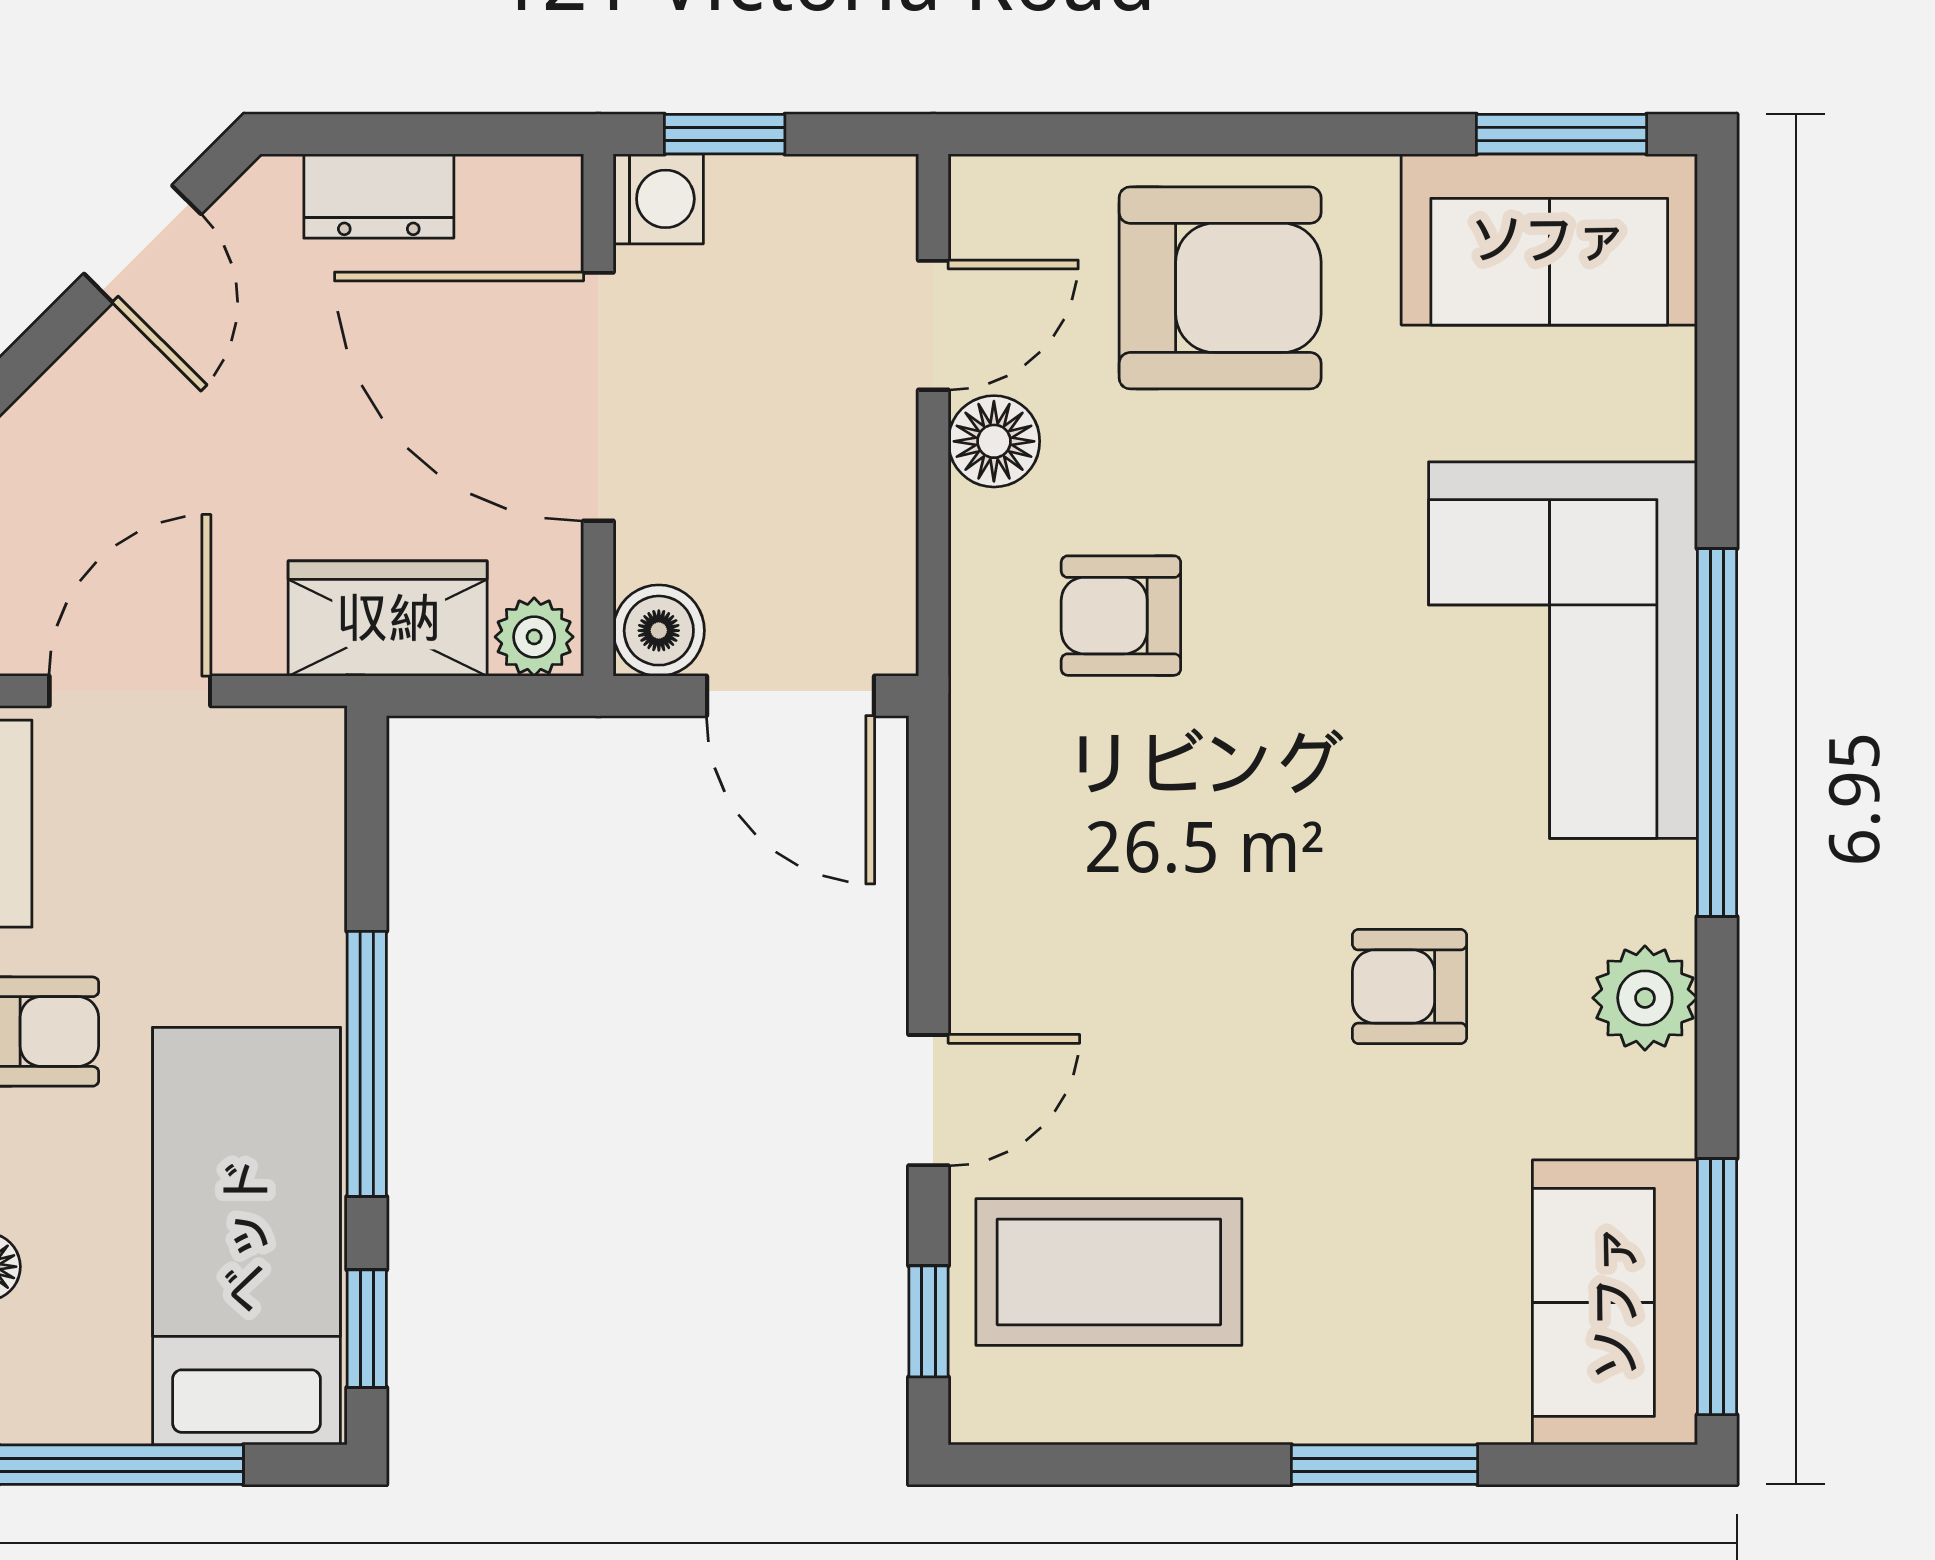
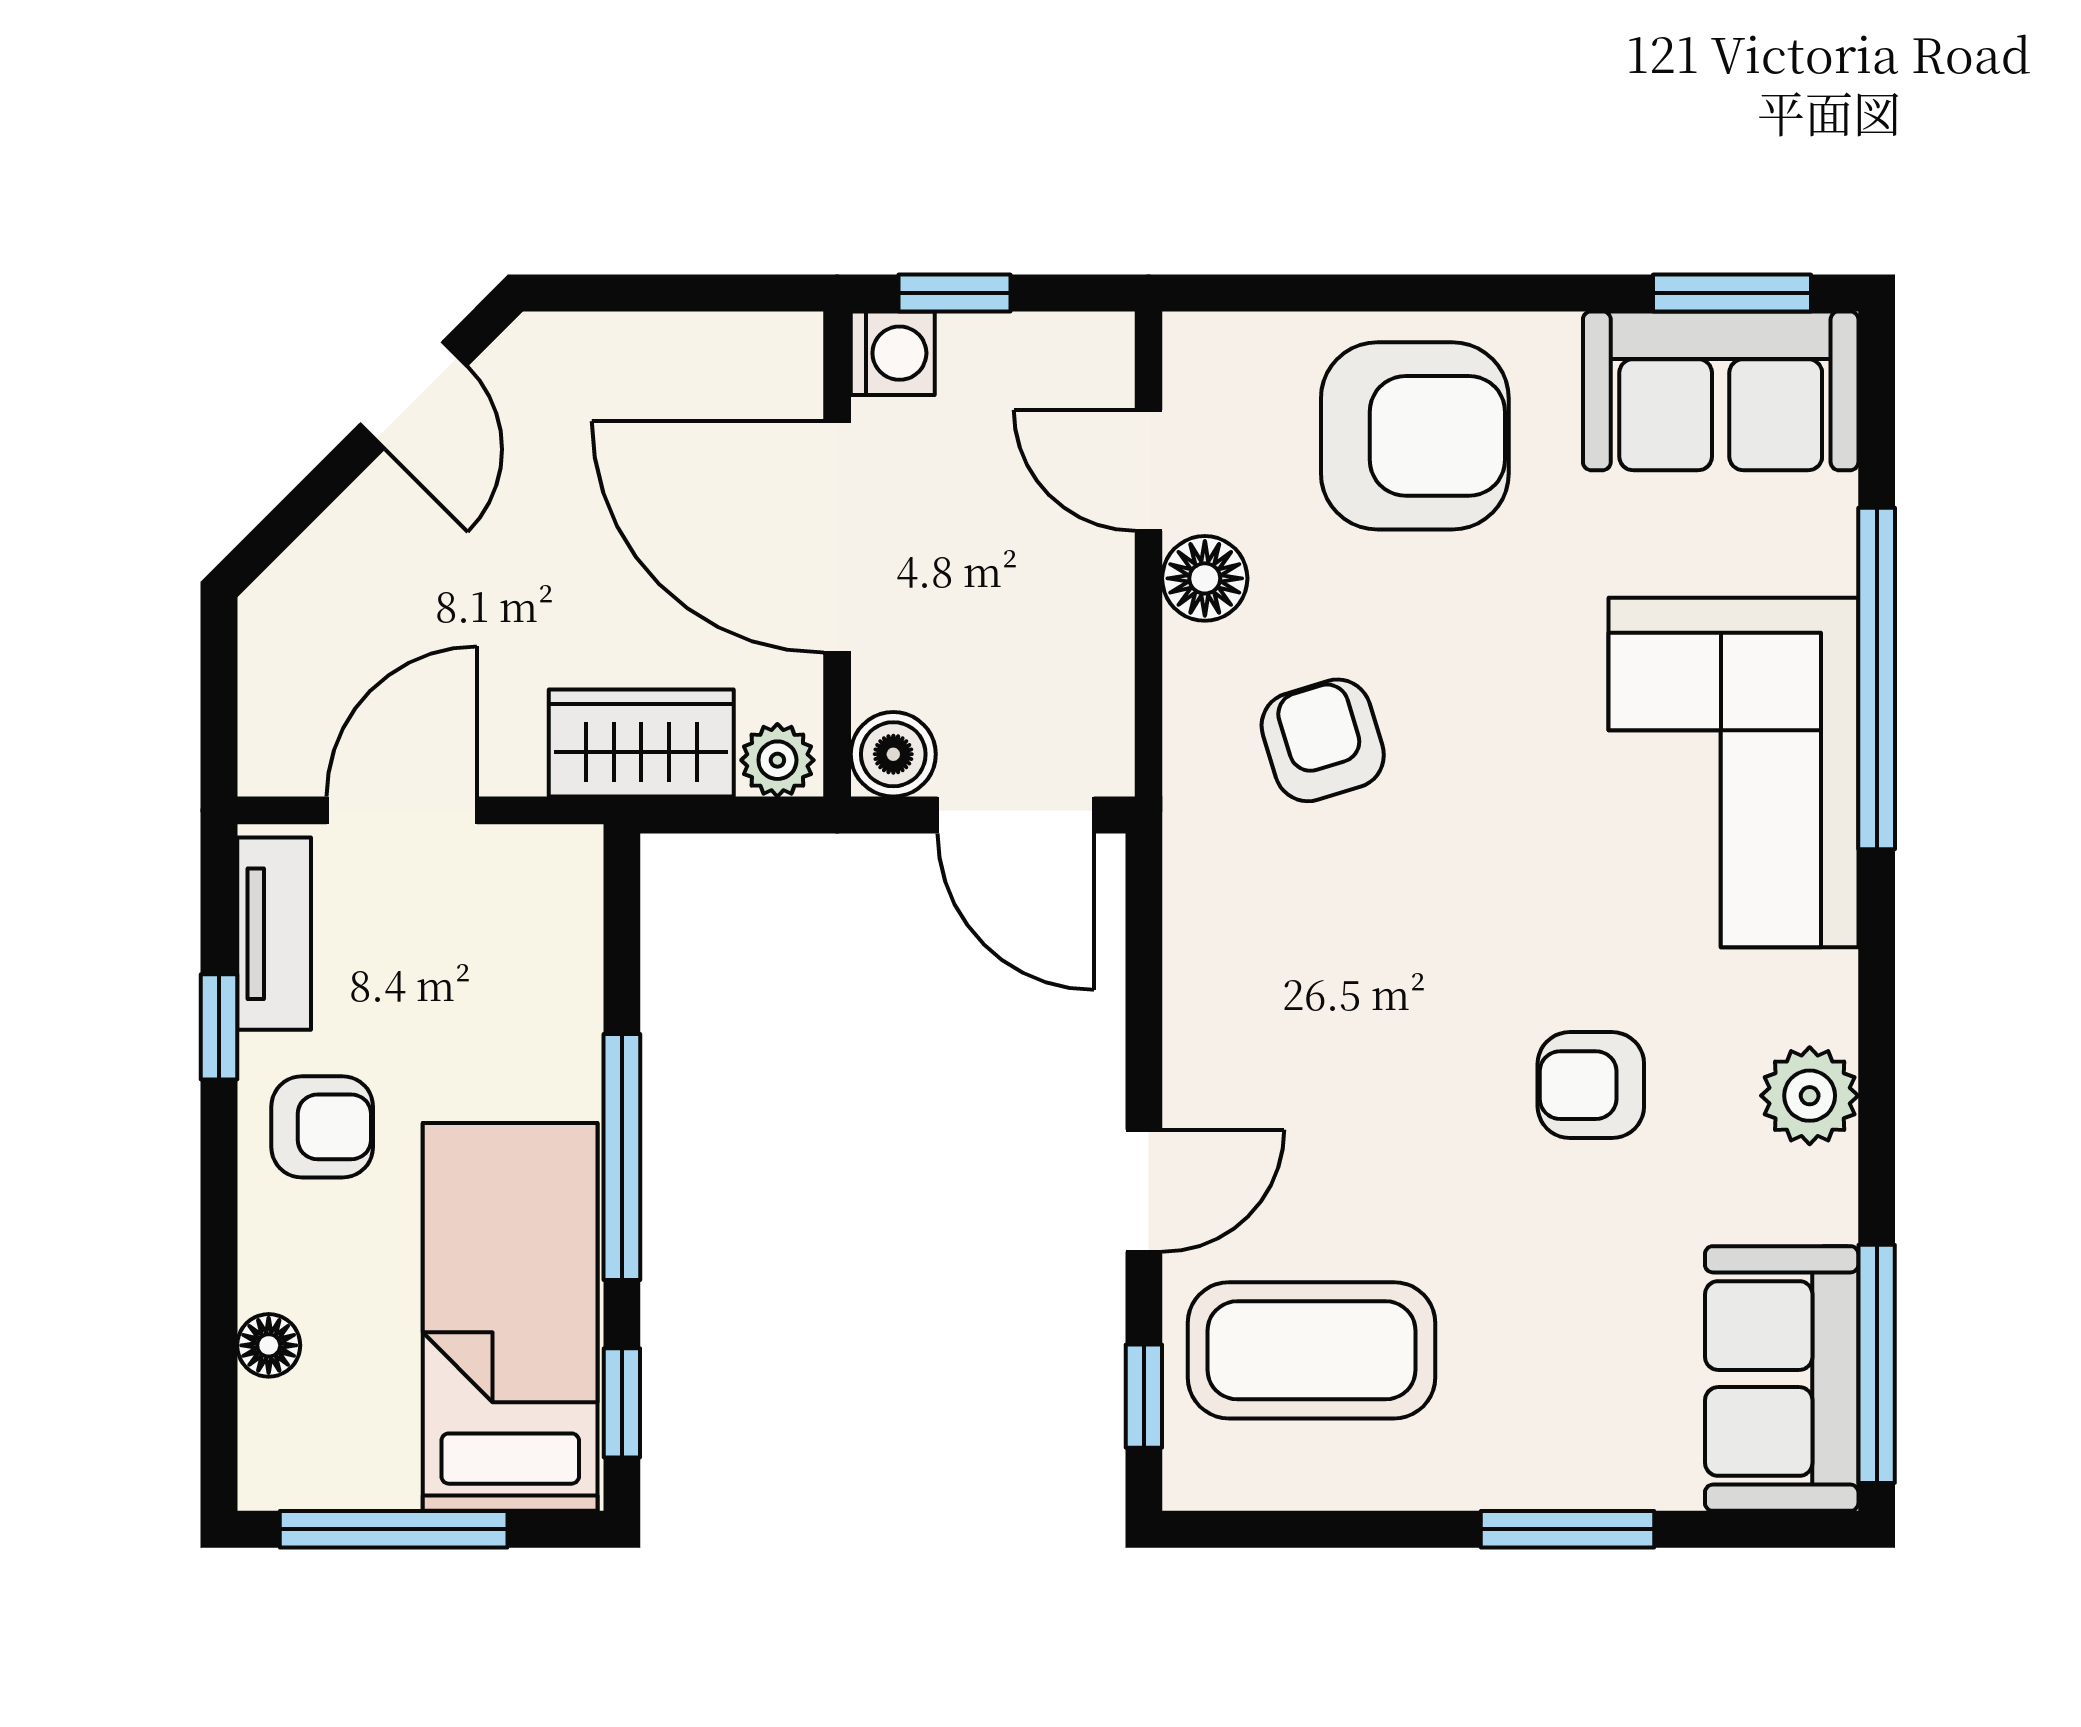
dresser: (379, 196) -> (633, 350), removed
door: (933, 325) -> (1149, 470), swing flipped
armchair: (1121, 616) -> (1323, 740), turned 73
window: (1717, 733) -> (1877, 679), moved

